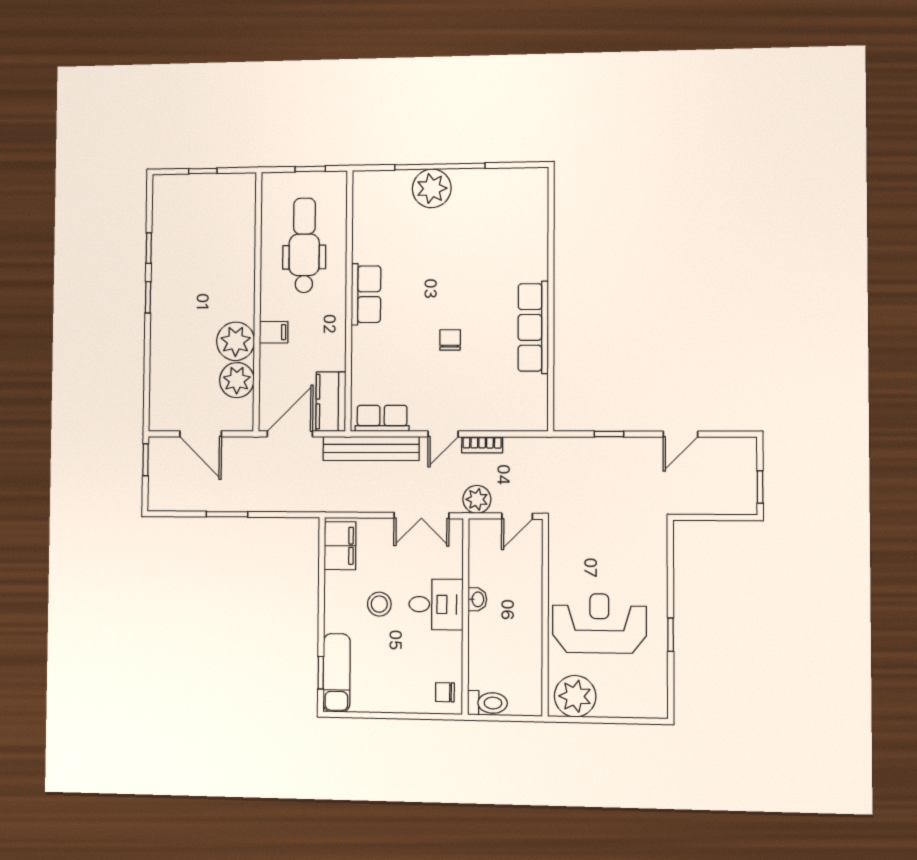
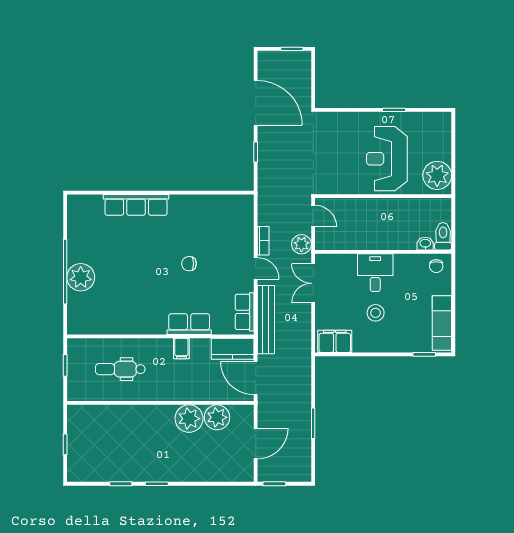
dental chair: (304, 245) -> (120, 369), width x0.73, depth x0.72
row of seats: (366, 294) -> (189, 324), moved
row of seats: (533, 327) -> (136, 205), moved
filing cabinet: (274, 332) -> (181, 348), moved, turned 180
door: (680, 434) -> (256, 103), width x1.88
double door: (421, 516) -> (313, 283), swing flipped
washbasin: (477, 599) -> (425, 244), moved
exam couch: (337, 673) -> (442, 323), moved, turned -90

